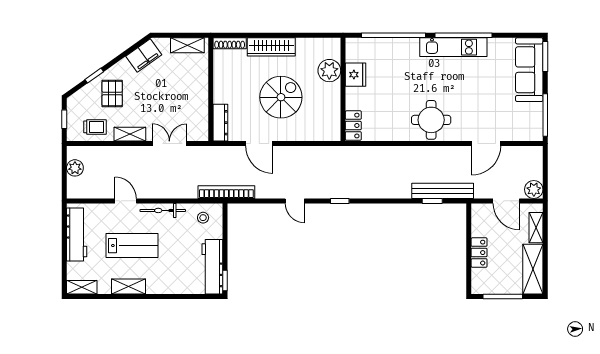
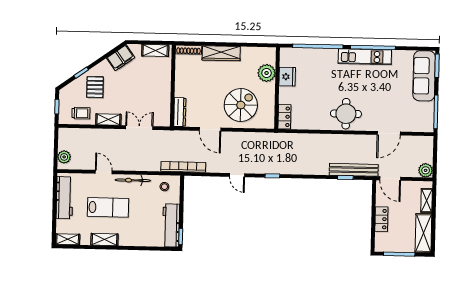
spiral stairs: (281, 97) -> (241, 105), moved
plant: (75, 168) -> (64, 157), moved
door: (506, 201) -> (390, 179), moved

